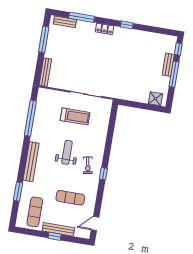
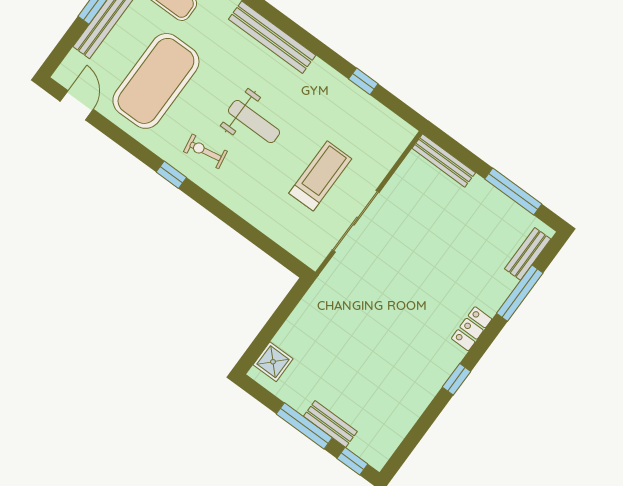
treadmill: (75, 116) -> (320, 176), turned 180
window: (30, 118) -> (363, 81), width x0.32
exercise mat: (70, 198) -> (156, 81), width x2.00, depth x1.45

